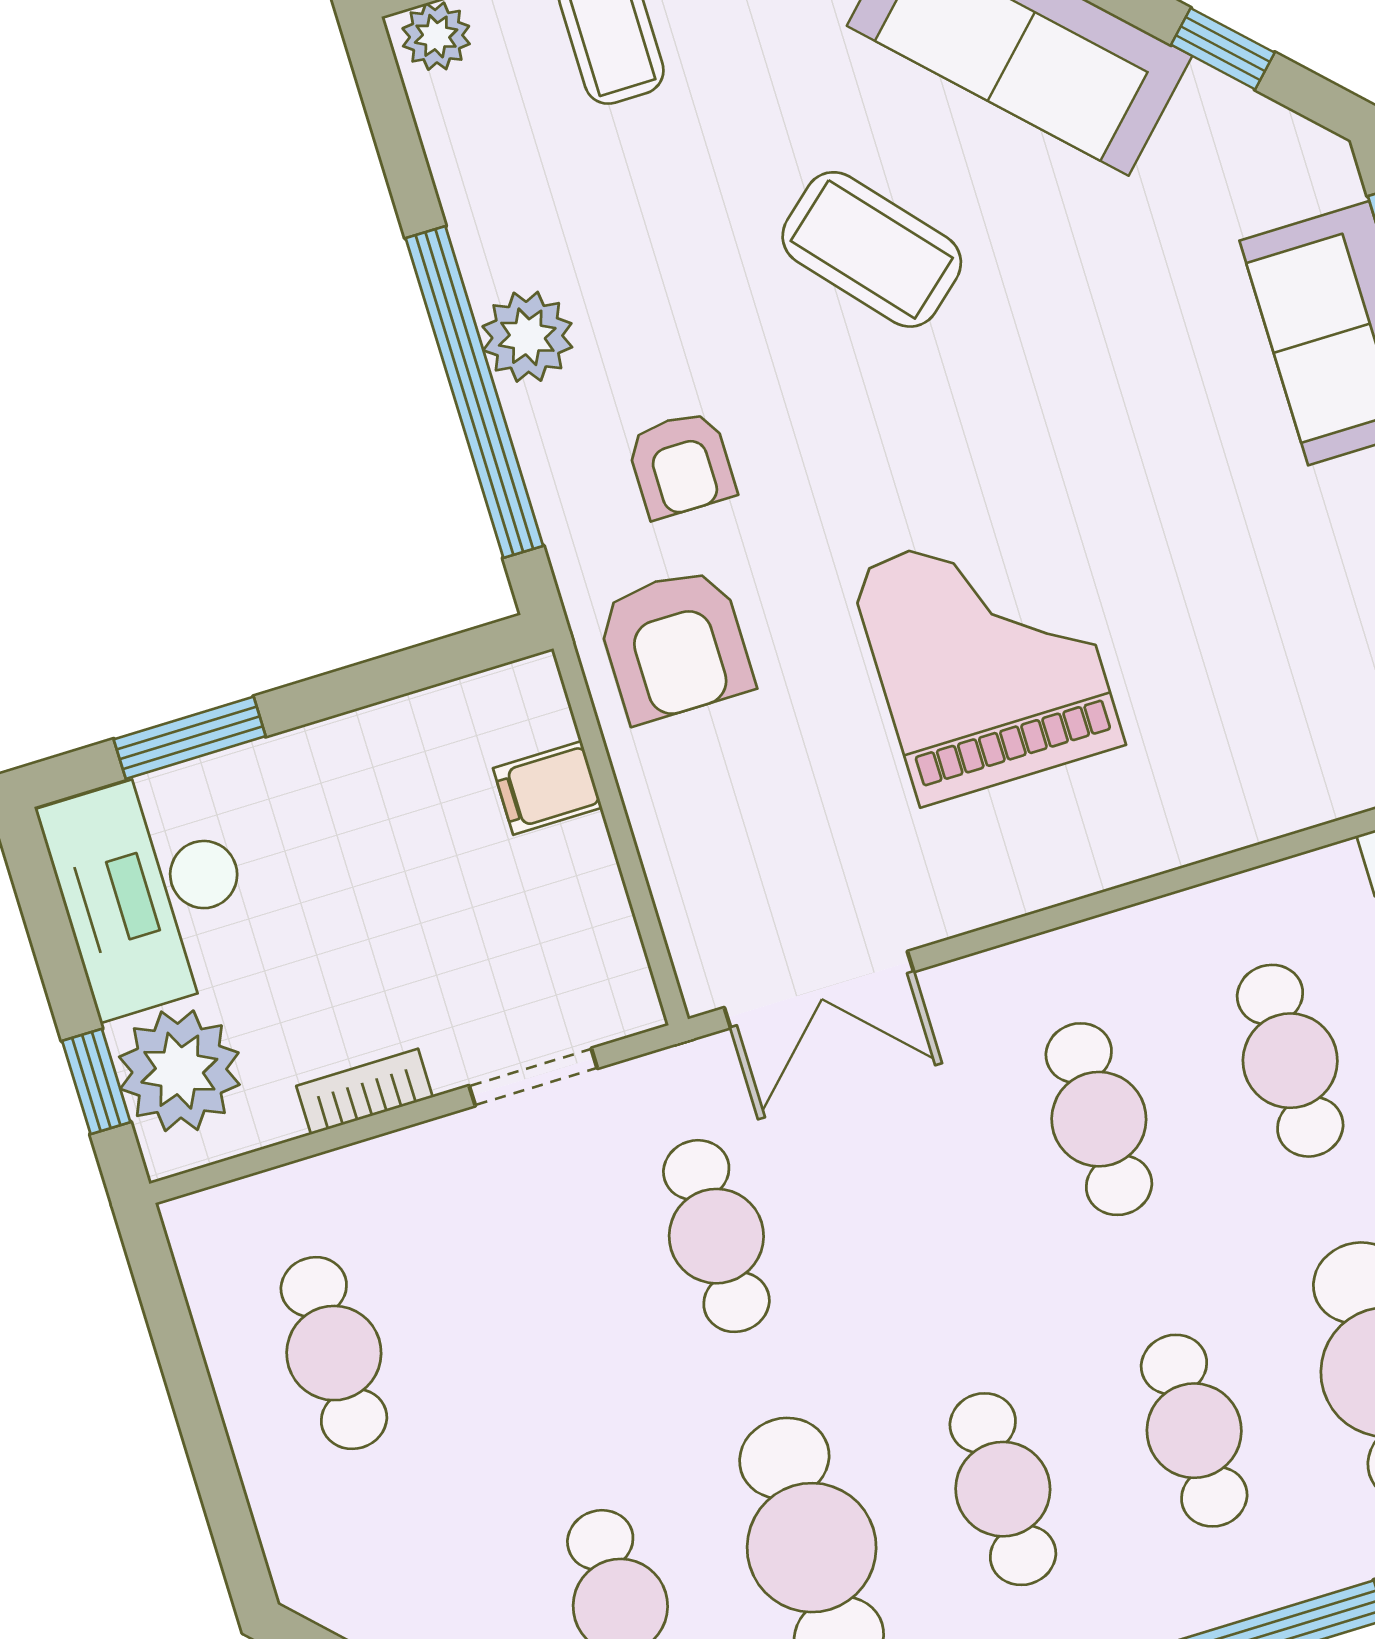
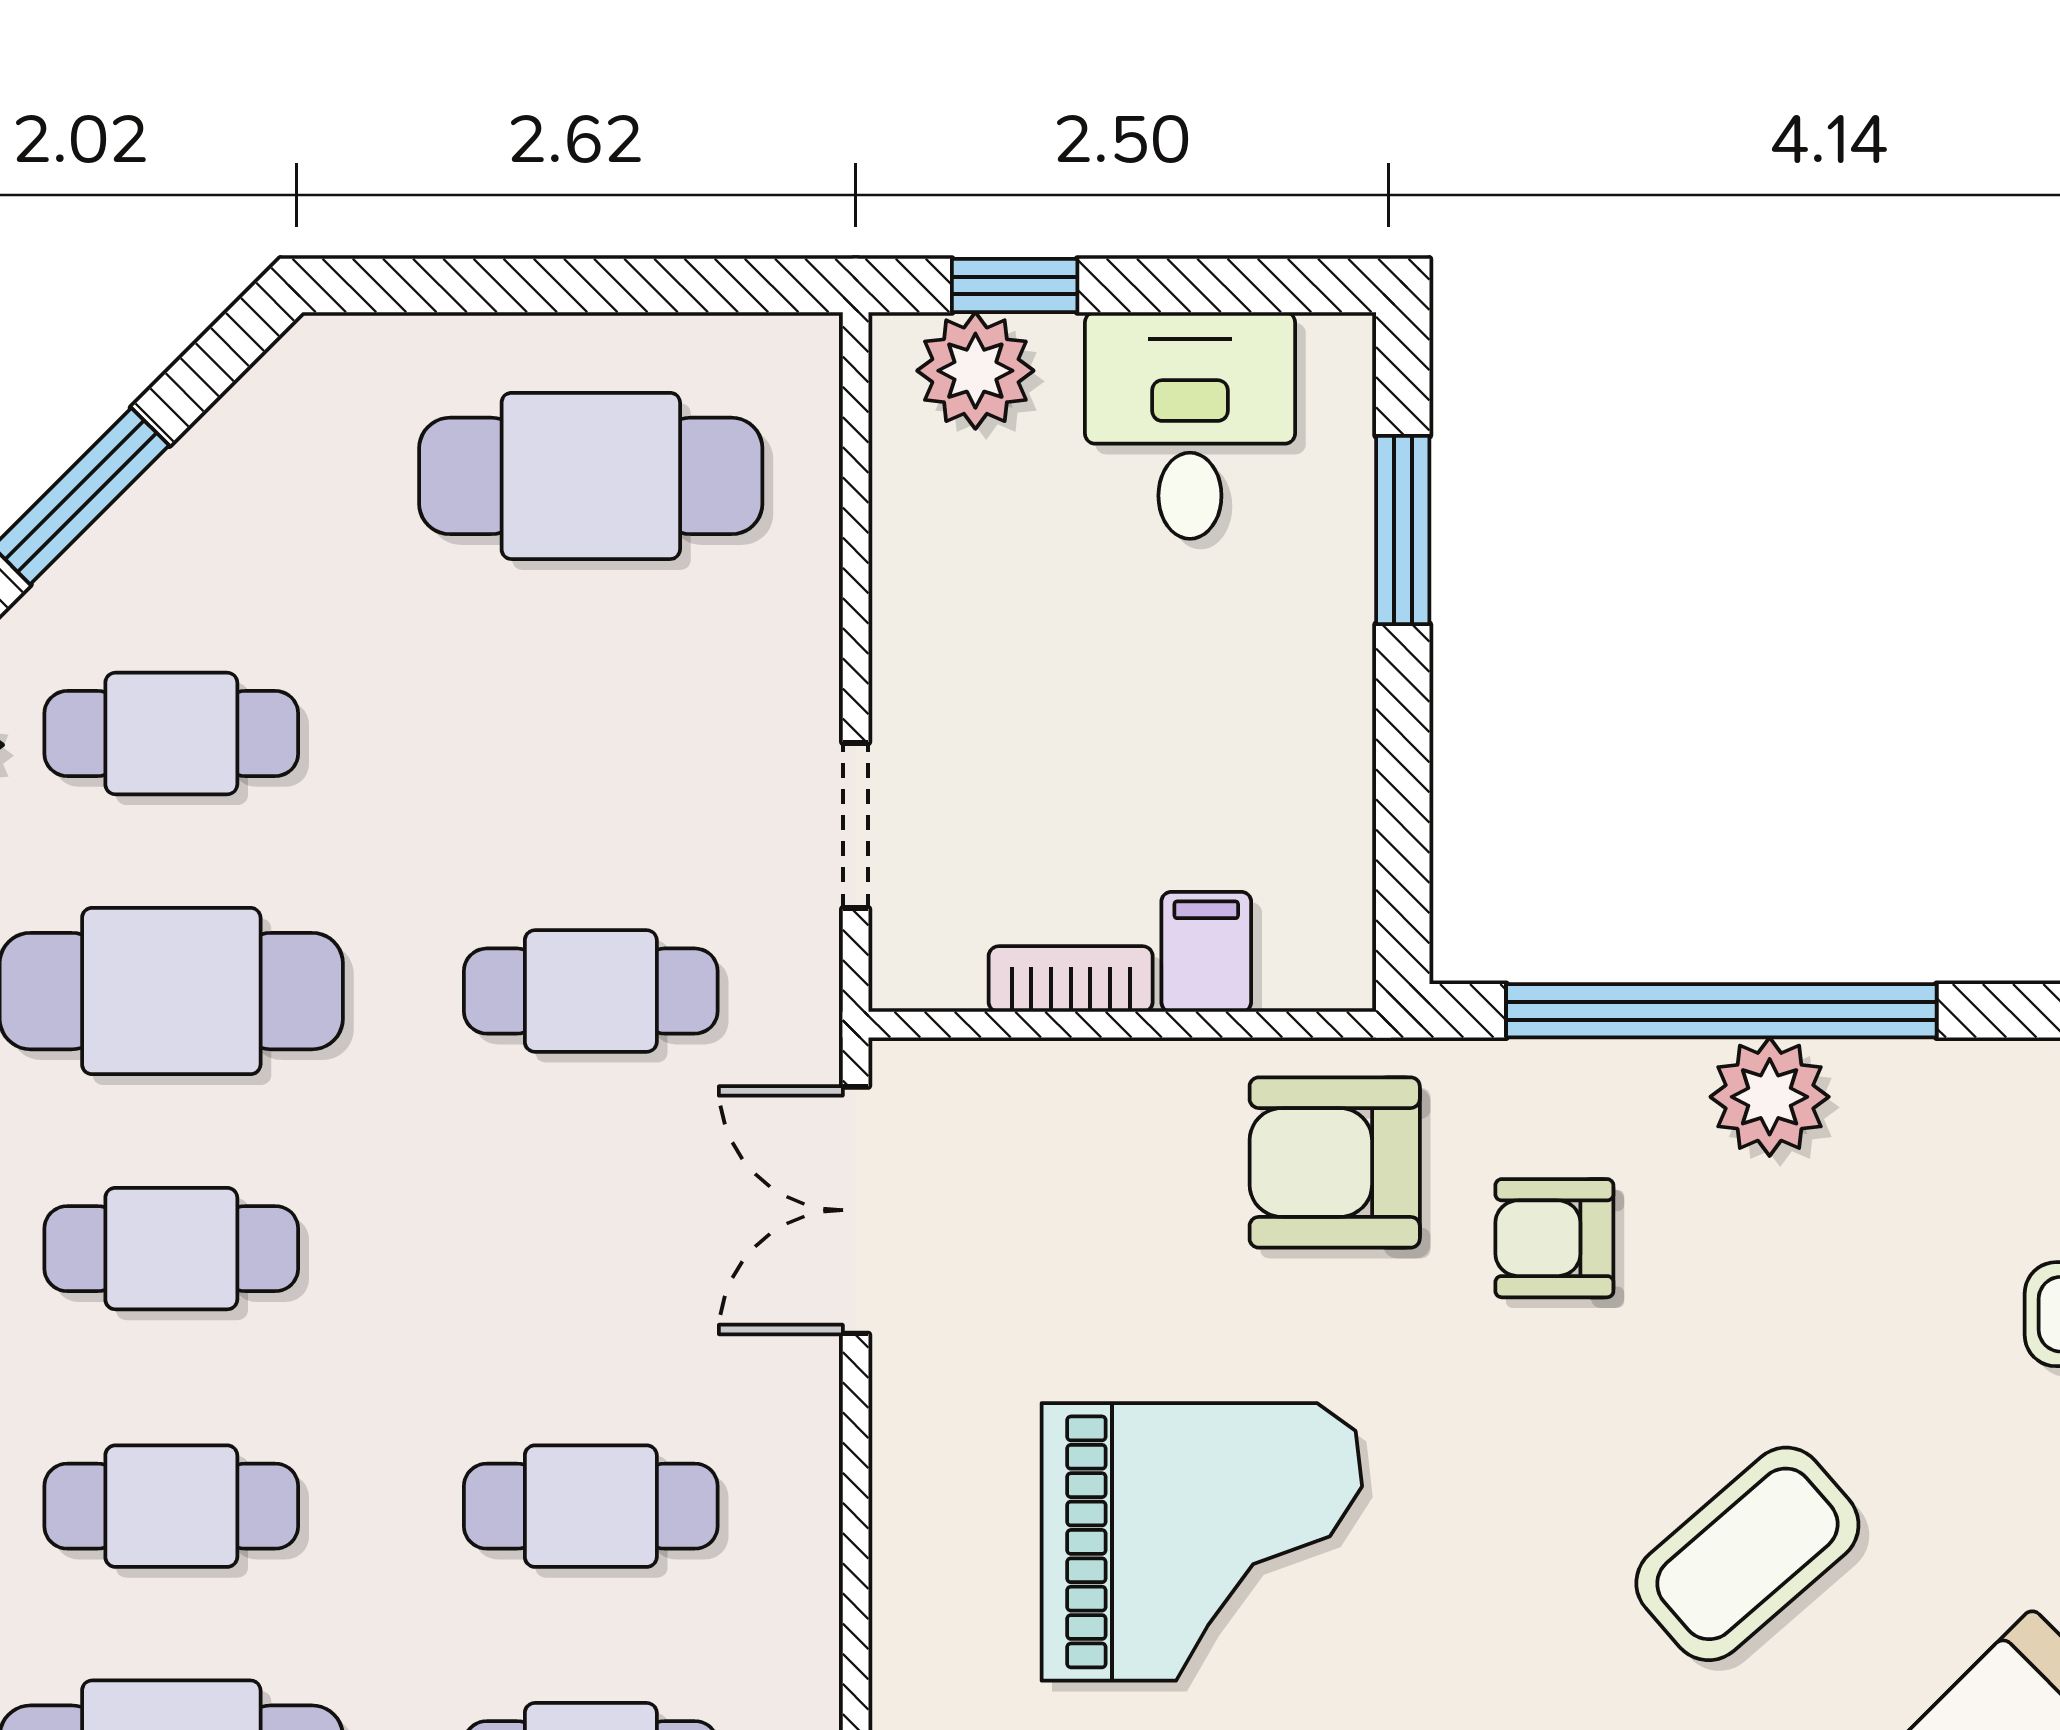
desk: (152, 890) -> (1190, 426), width x0.73
plant: (179, 1071) -> (975, 371), width x0.73, depth x0.73
bookcase: (365, 1092) -> (1071, 979), moved, turned -90
cafe table: (334, 1353) -> (591, 476), width x1.37, depth x1.35

